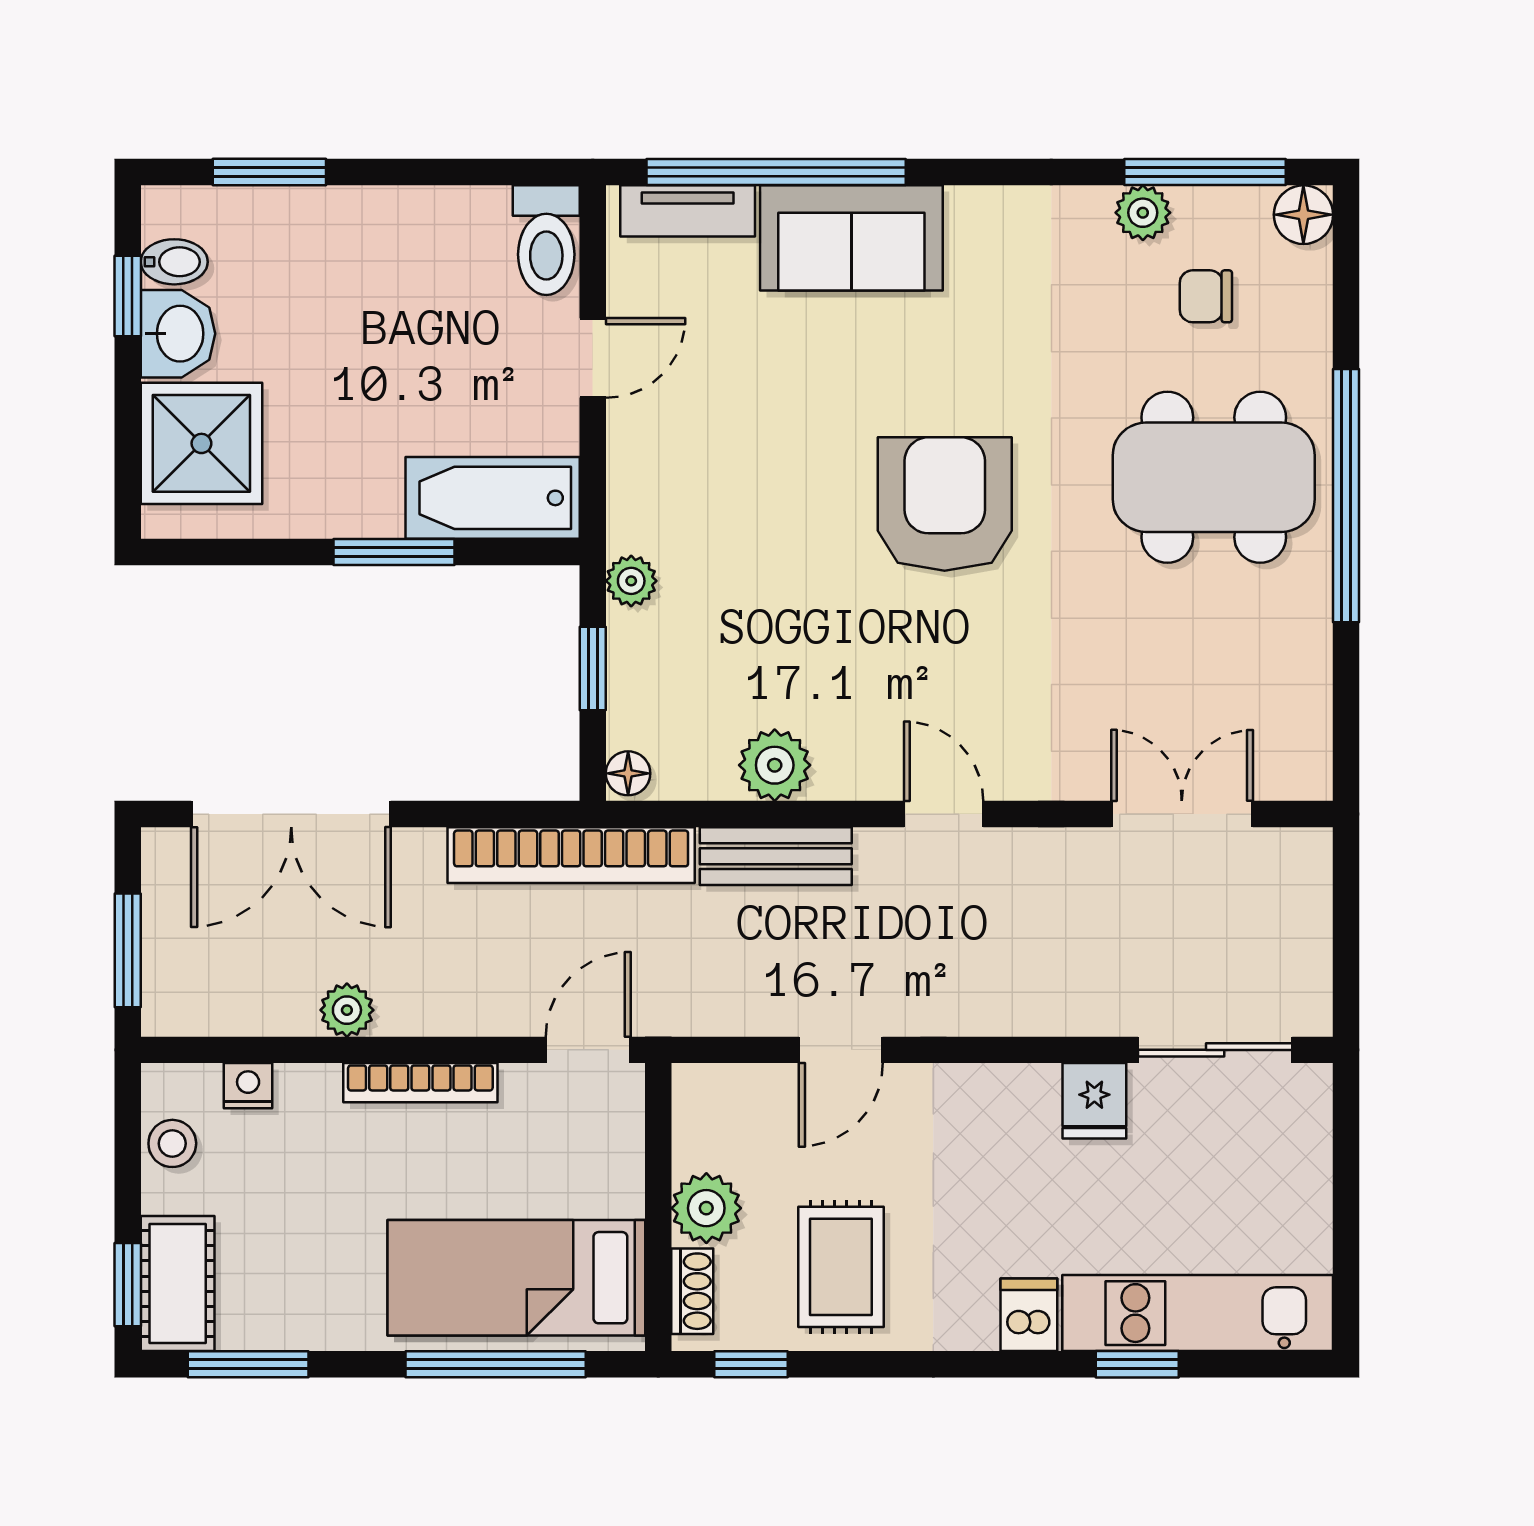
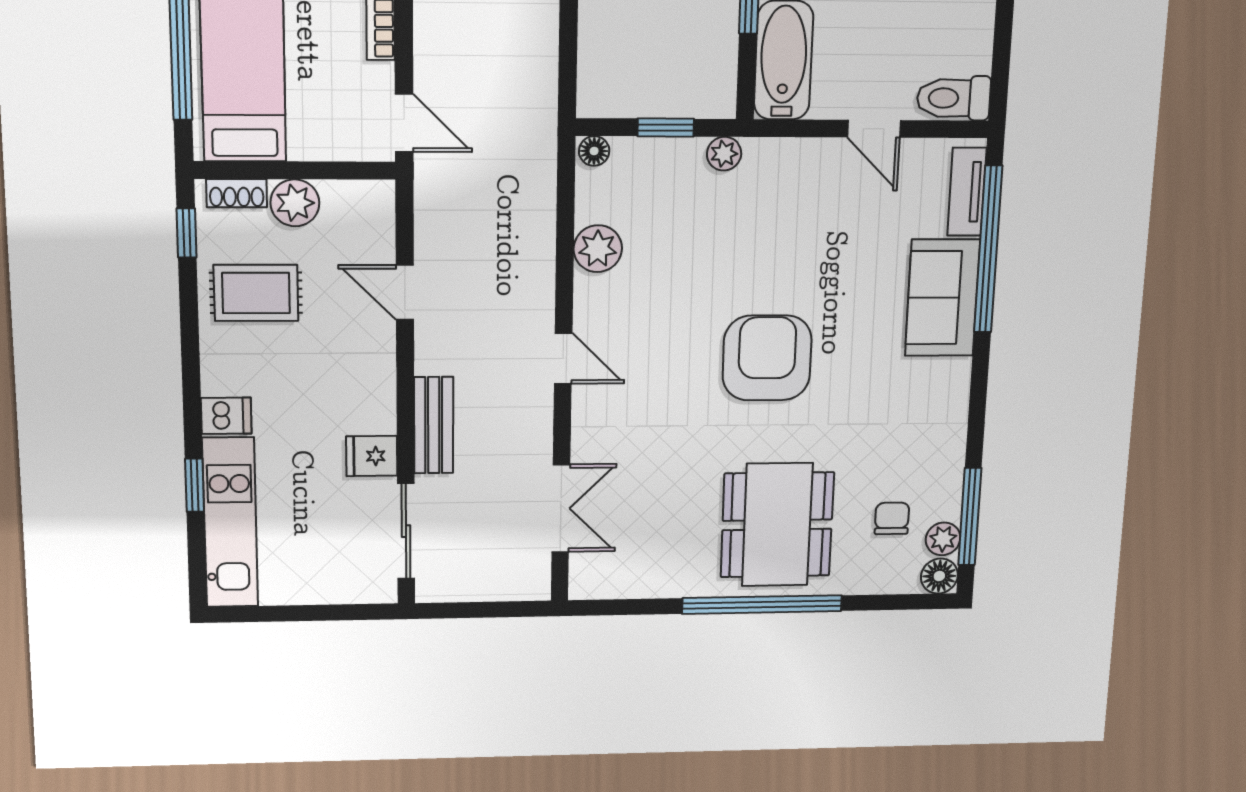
plant: (1143, 213) -> (943, 539), moved
armchair: (945, 504) -> (767, 358), turned -90
door: (944, 814) -> (563, 359), hinge flipped
bookcase: (571, 855) -> (539, 112), removed
bench: (776, 856) -> (434, 425), moved

